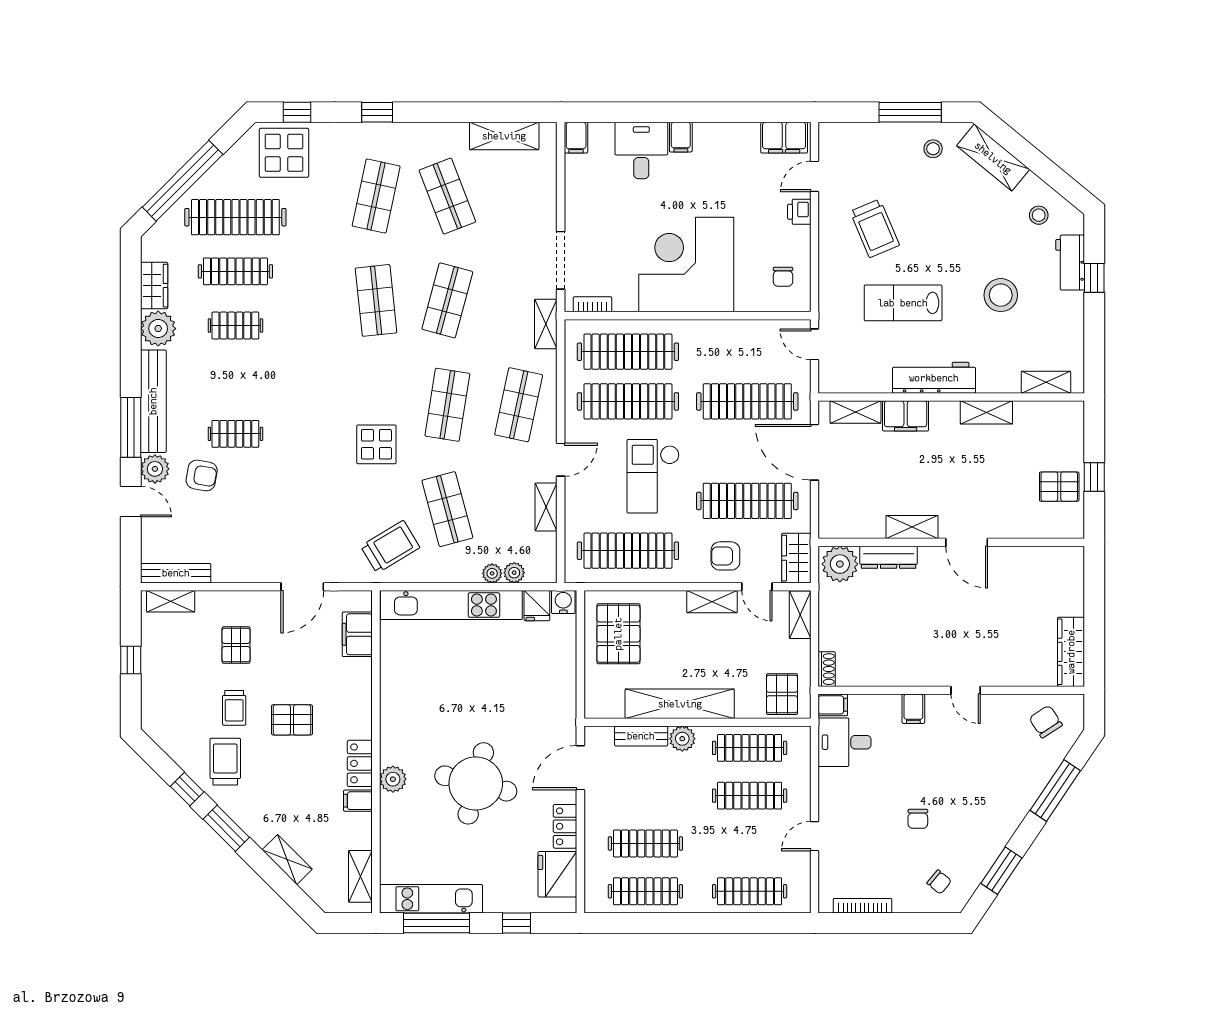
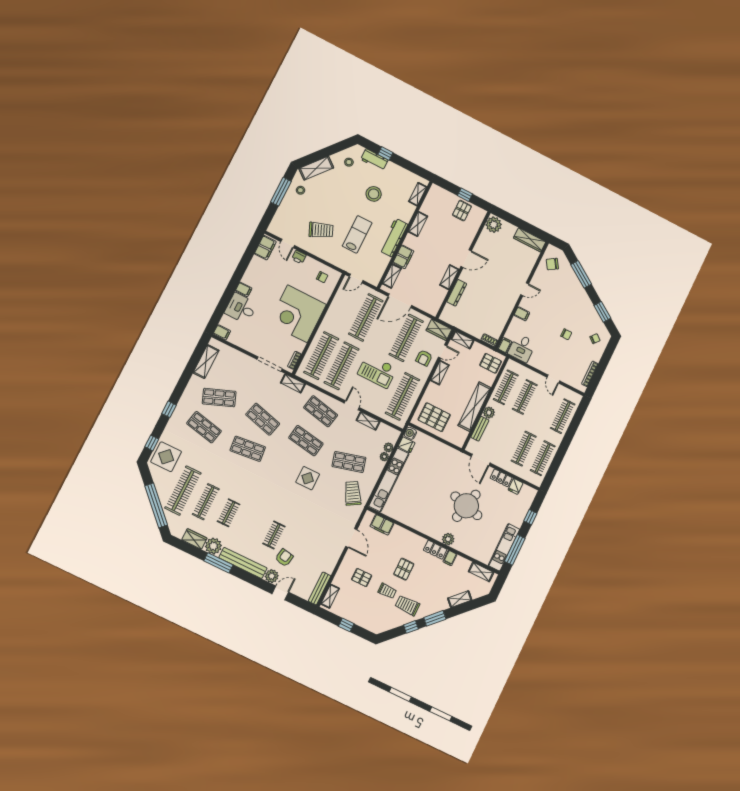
lab bench: (903, 303) -> (357, 234), turned 180
window: (131, 427) -> (218, 563), moved
plant: (840, 564) -> (494, 225), moved
fridge: (557, 874) -> (516, 486), width x0.53, depth x0.75

